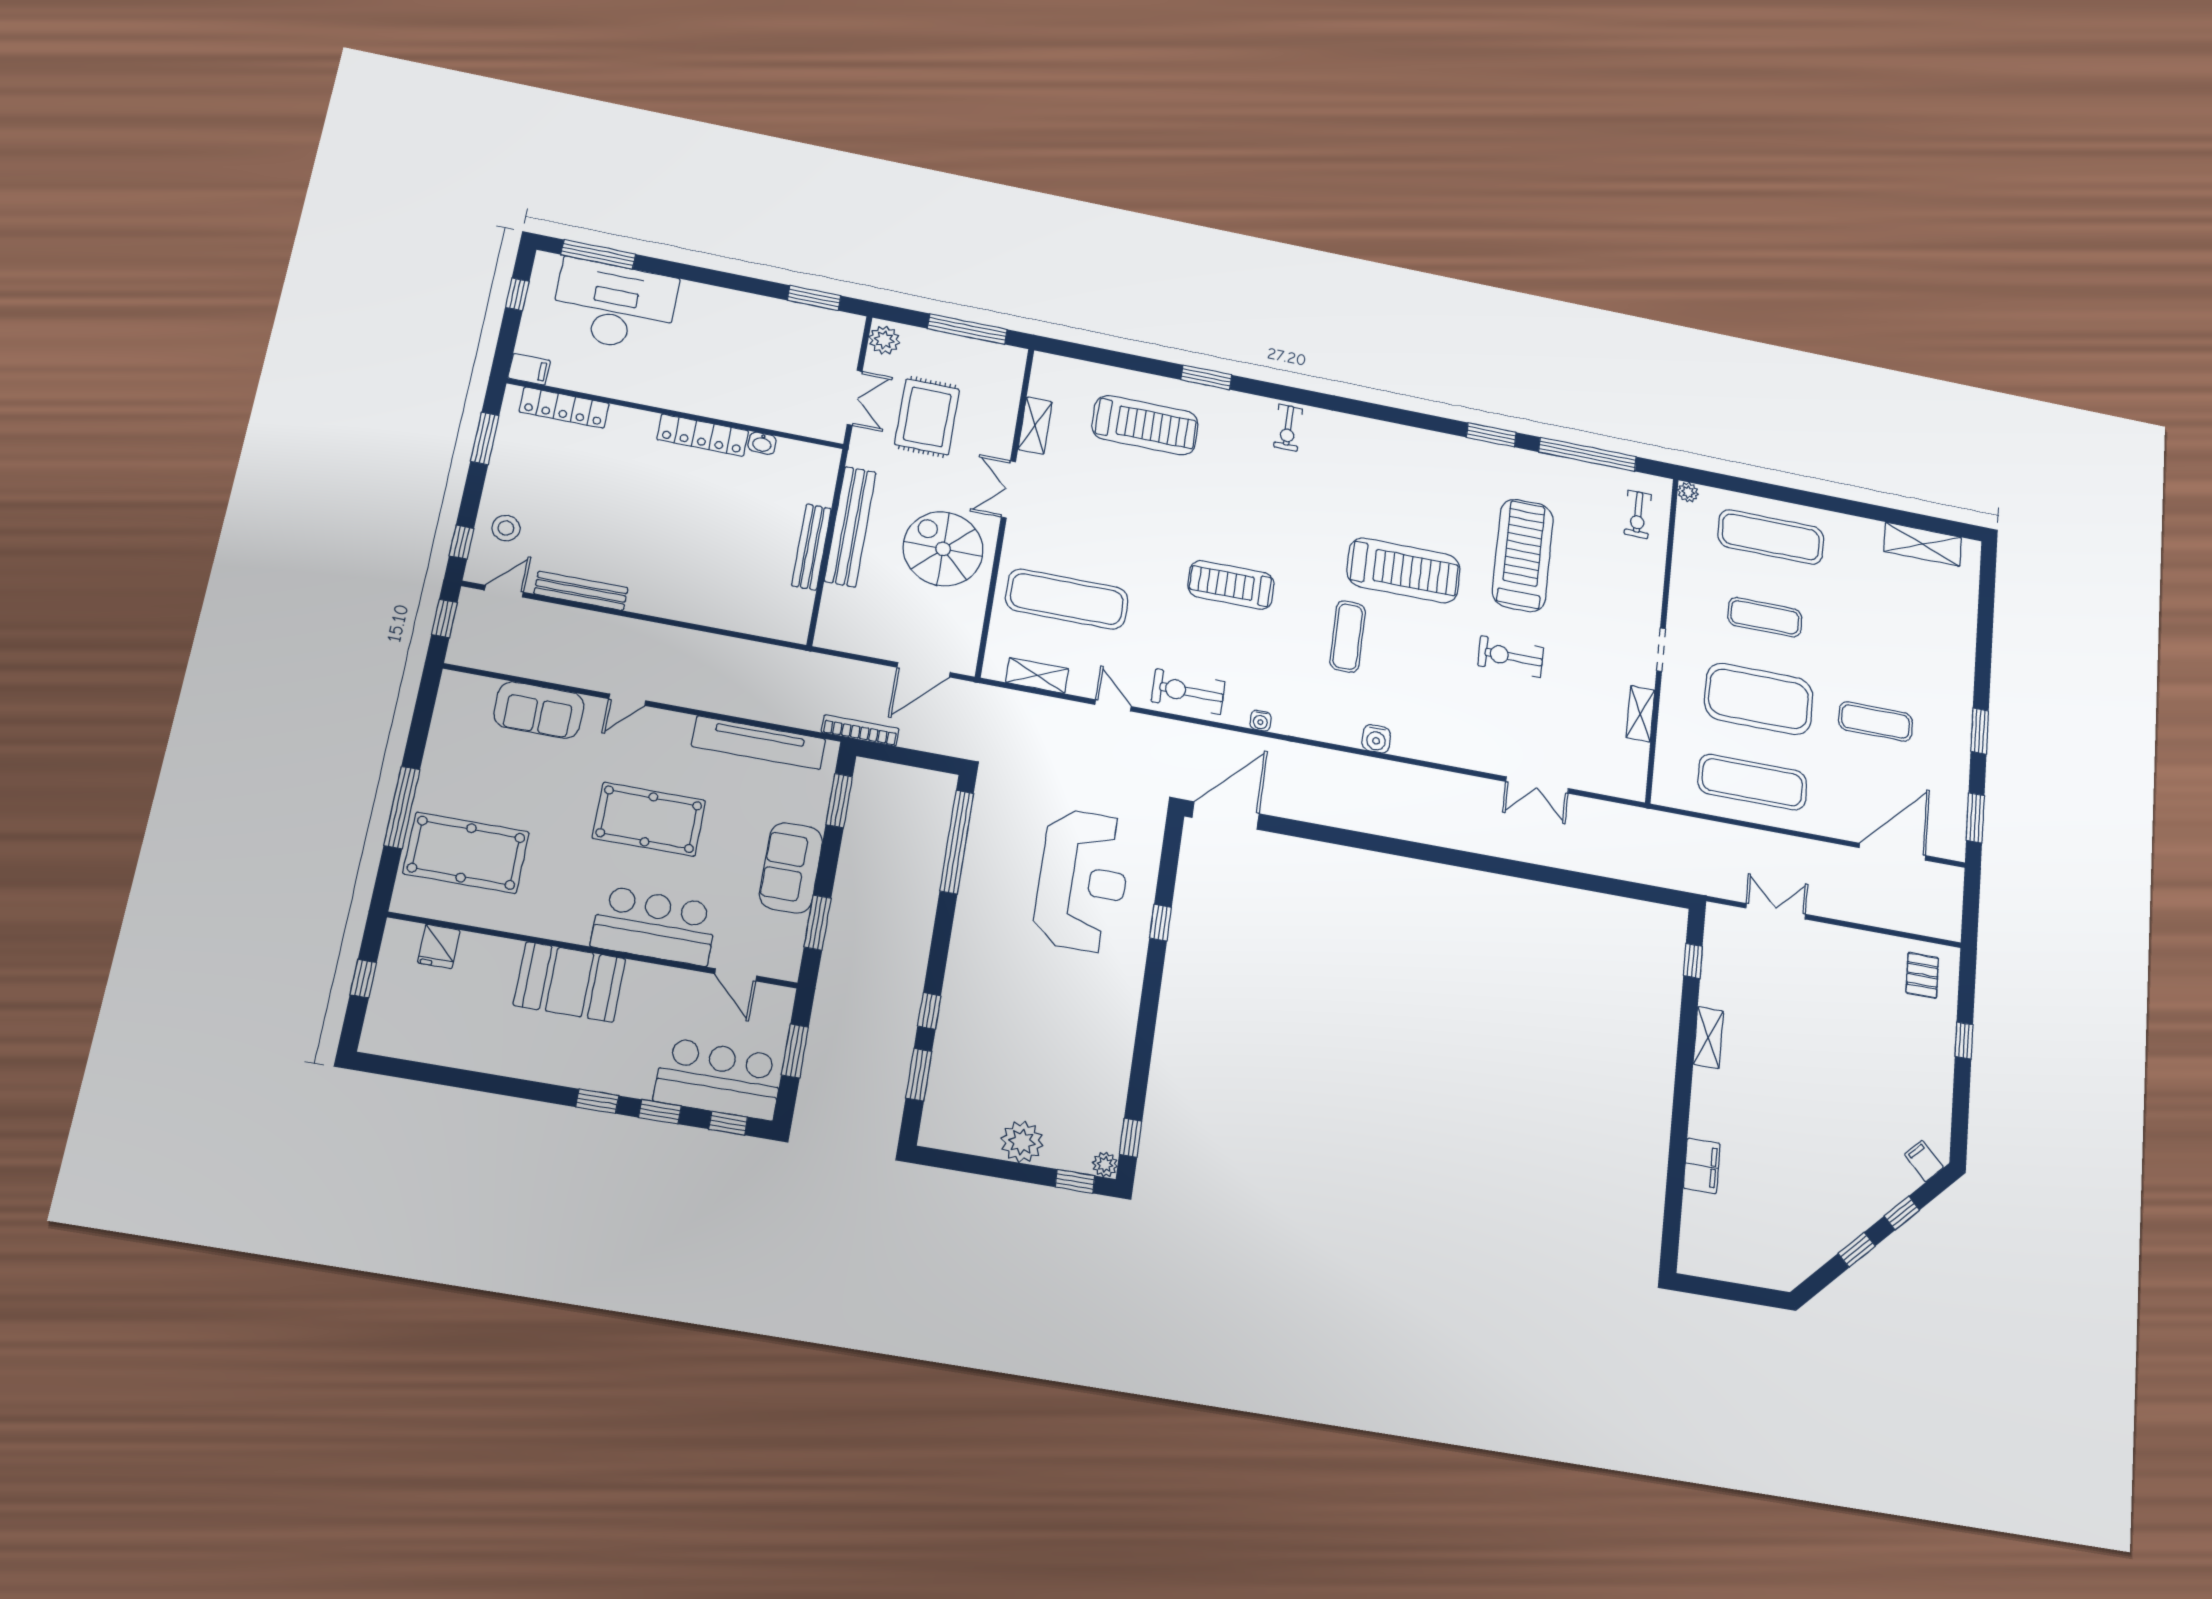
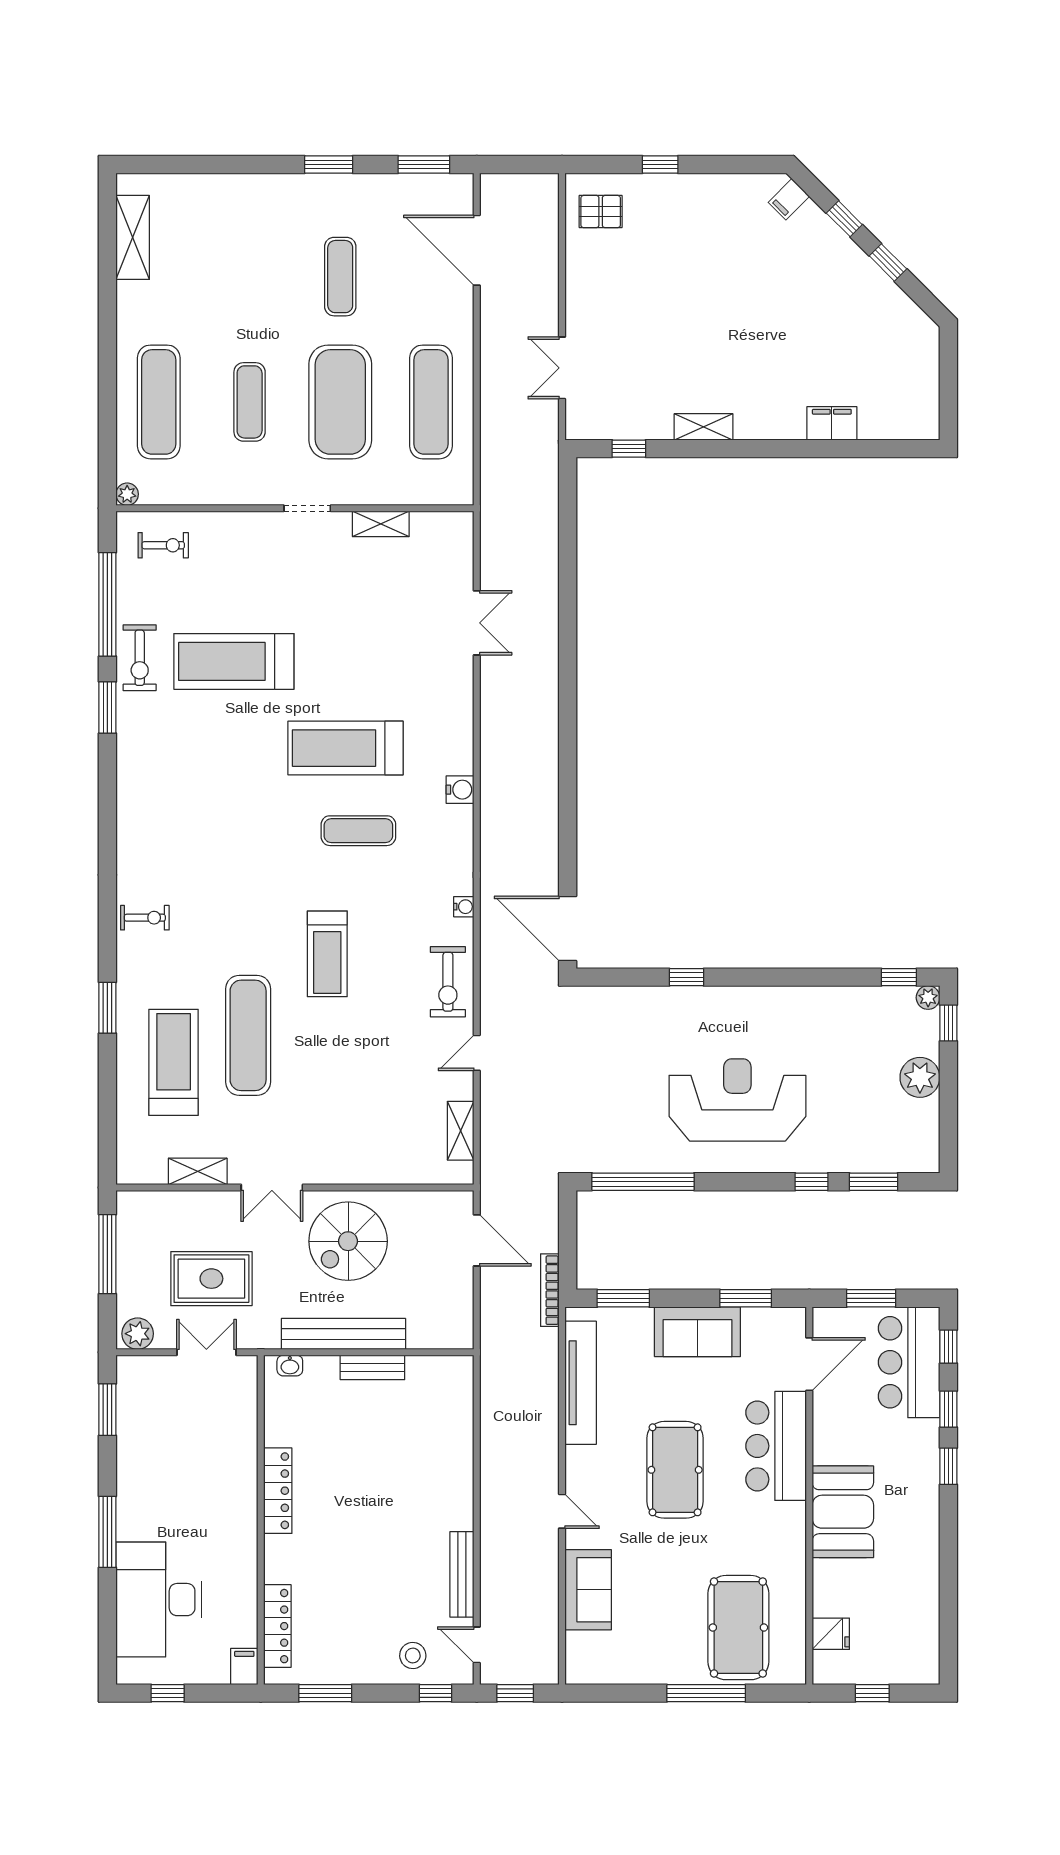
window: (598, 254) -> (107, 1532), moved
washbasin: (762, 443) -> (290, 1365), moved, turned 90
bench: (811, 547) -> (372, 1367), width x0.73
treadmill: (1403, 570) -> (346, 748), moved, turned -90
exercise mat: (1067, 599) -> (248, 1035), moved
exercise bike: (1511, 656) -> (140, 658), moved
reception desk: (1083, 881) -> (737, 1100), moved
door: (736, 975) -> (809, 1364), width x1.38

